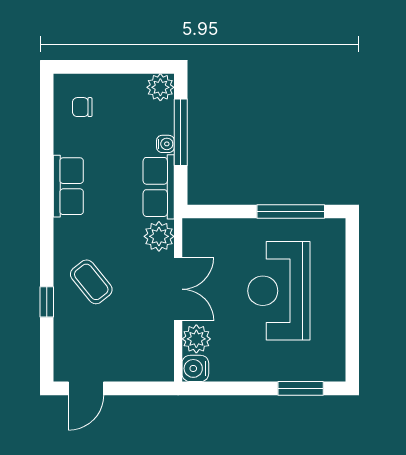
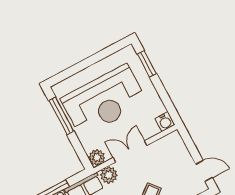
reception desk: (279, 291) -> (104, 101), width x1.36, depth x1.30
plant: (196, 339) -> (97, 157), moved

